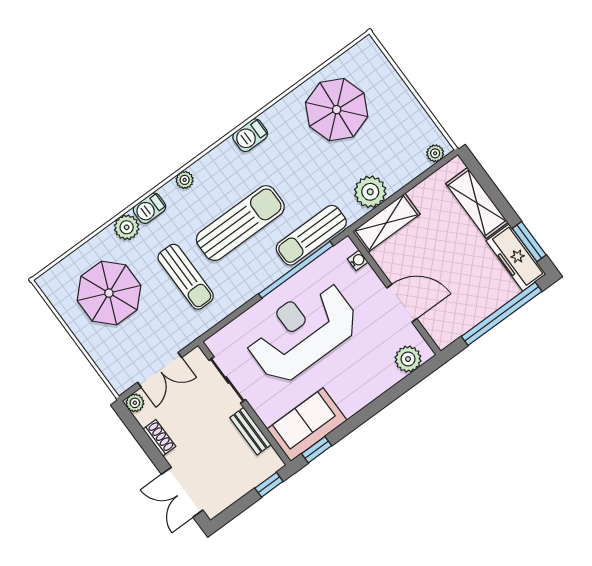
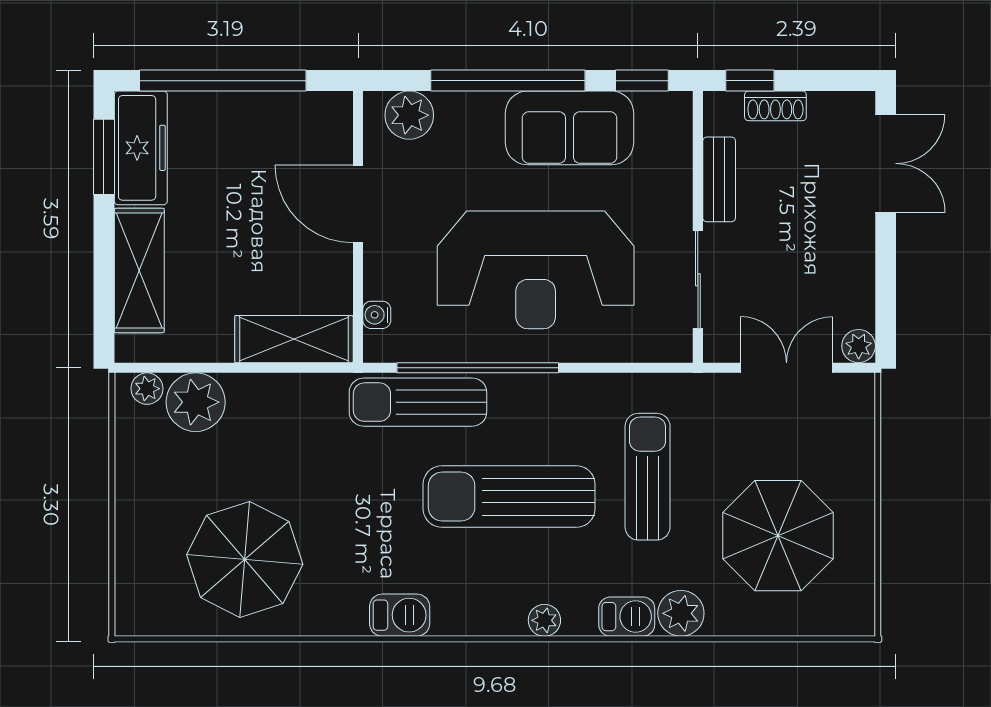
plant: (370, 192) -> (196, 402), moved
sun lounger: (311, 235) -> (418, 402), turned 180
window: (376, 406) -> (508, 81), added
sofa: (307, 425) -> (570, 128), moved
shoe rack: (159, 438) -> (775, 106), moved, turned -90

